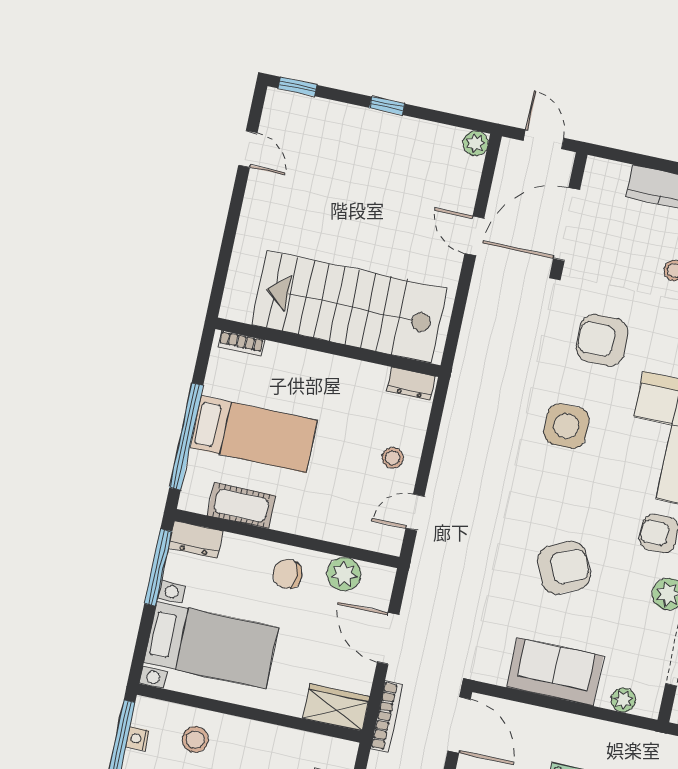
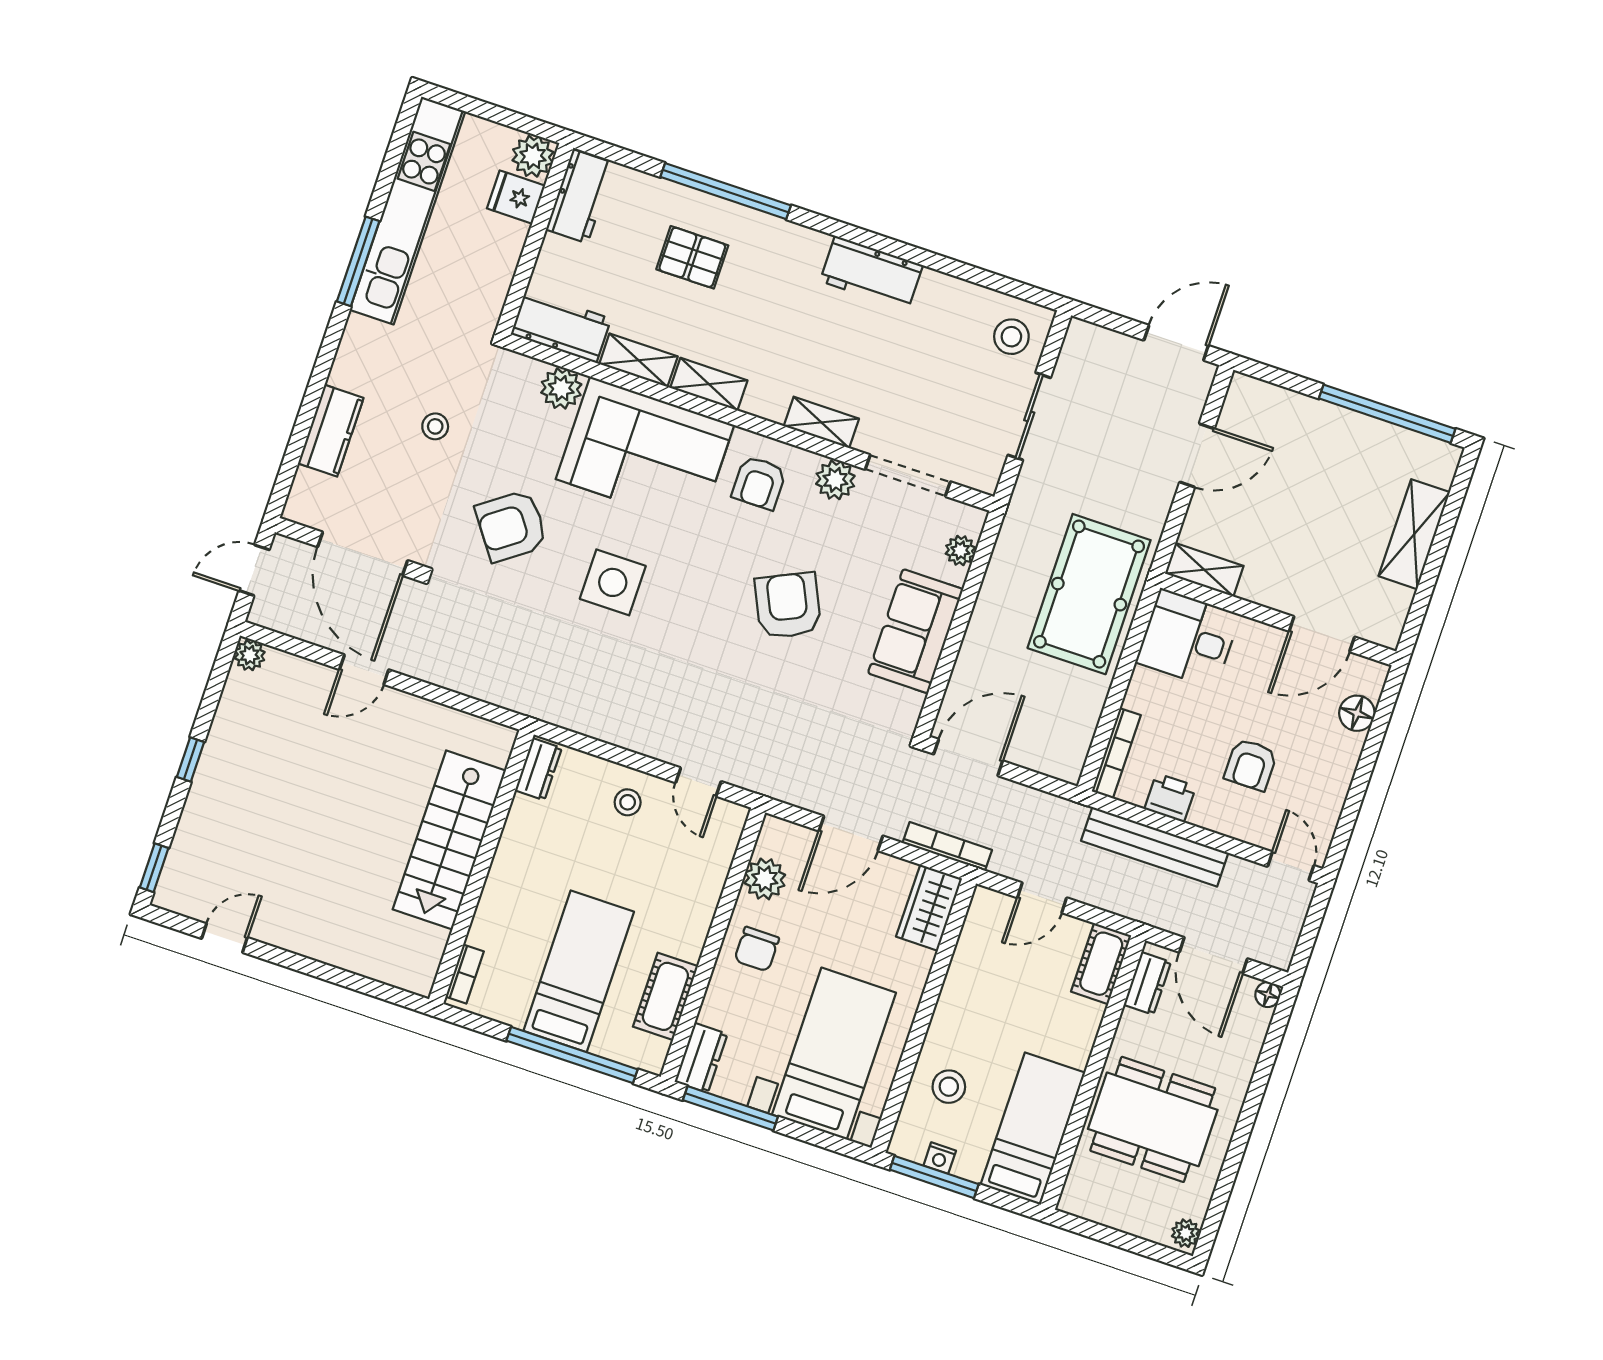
stairs: (349, 307) -> (449, 840), width x0.73, depth x0.66
armchair: (602, 340) -> (511, 526), turned 54

